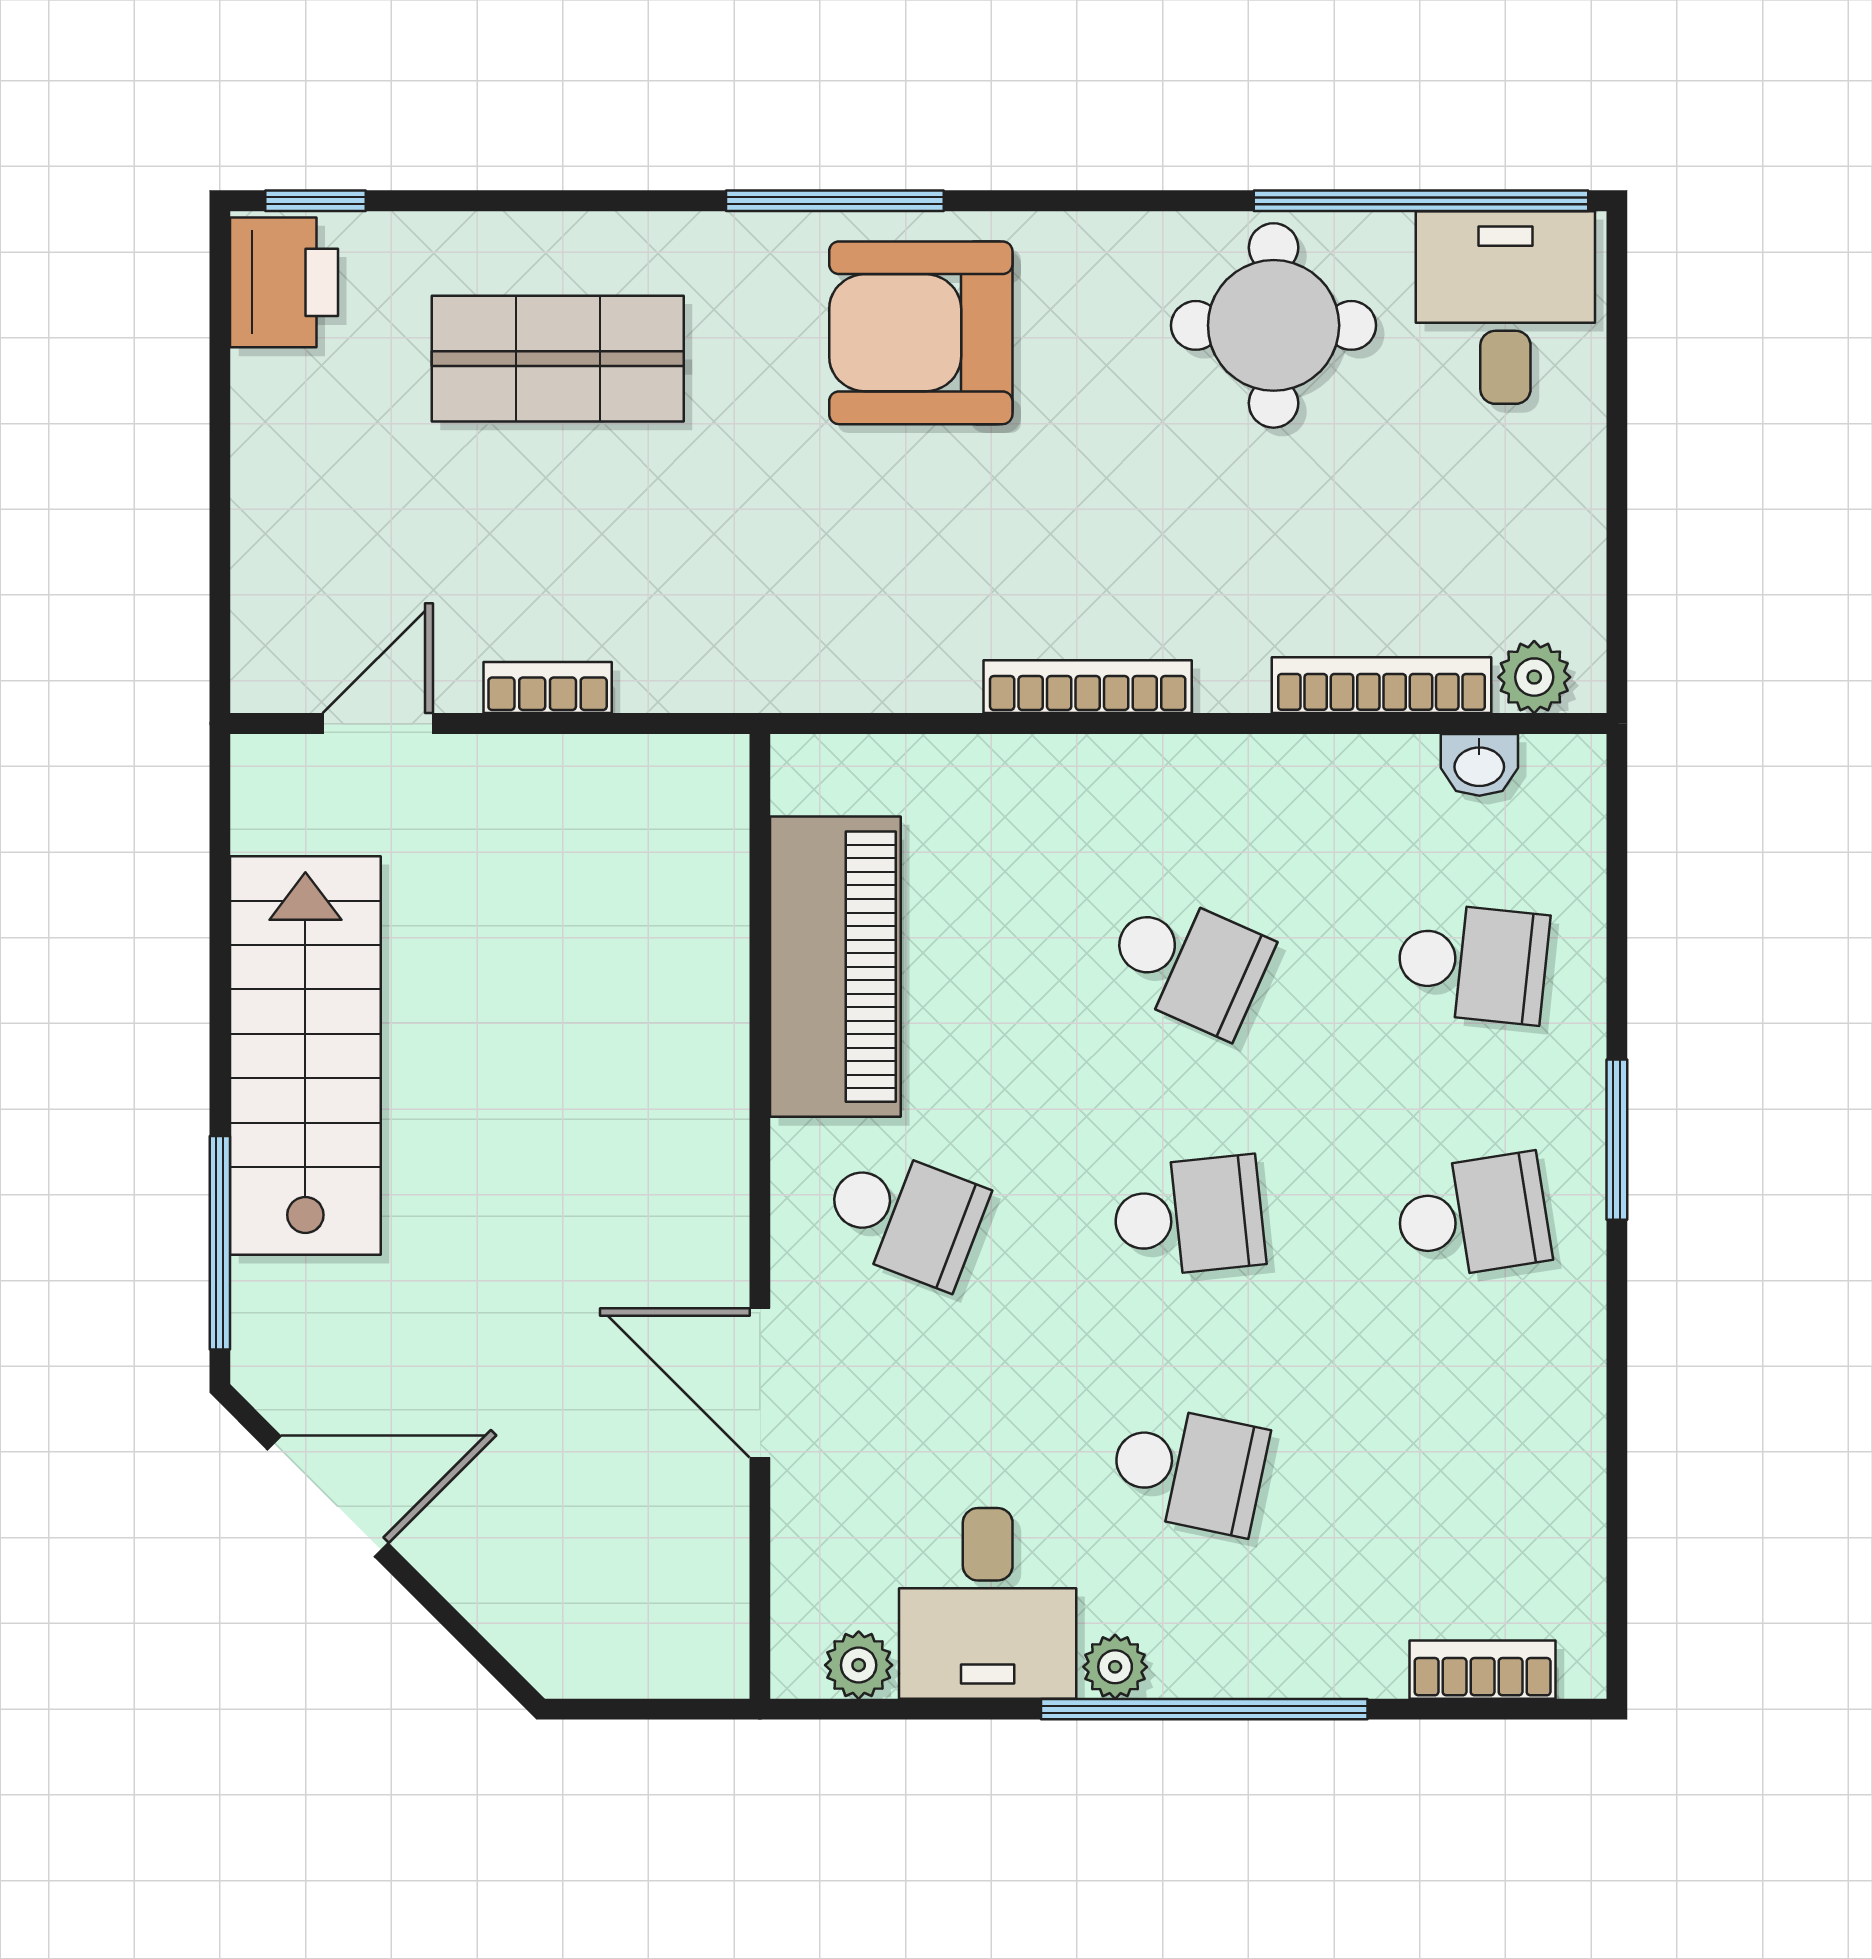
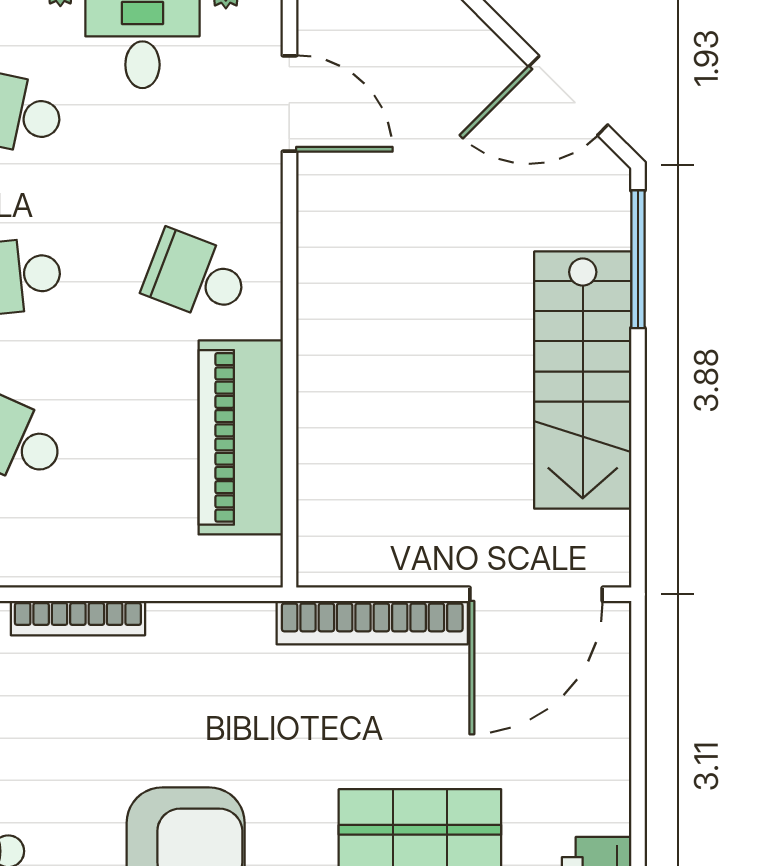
bookcase: (548, 688) -> (372, 623), width x2.31, depth x1.31
door: (378, 724) -> (536, 594), width x1.87
door: (760, 1383) -> (289, 103), moved

